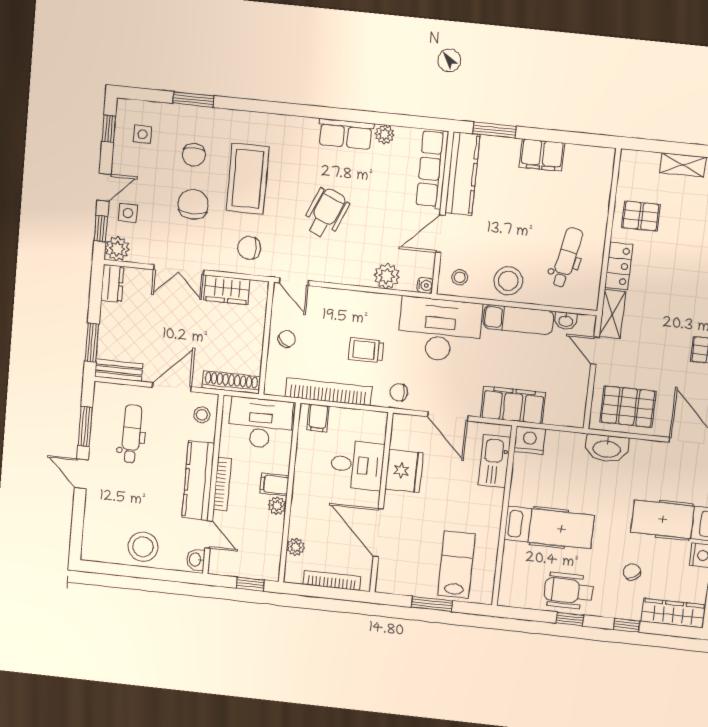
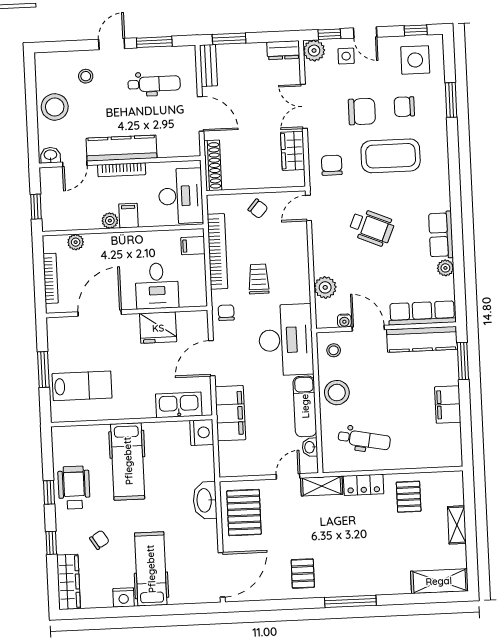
side table: (142, 134) -> (415, 60), width x1.87, depth x1.87
water cooler: (425, 285) -> (344, 321), moved
stool: (202, 415) -> (86, 76), moved

